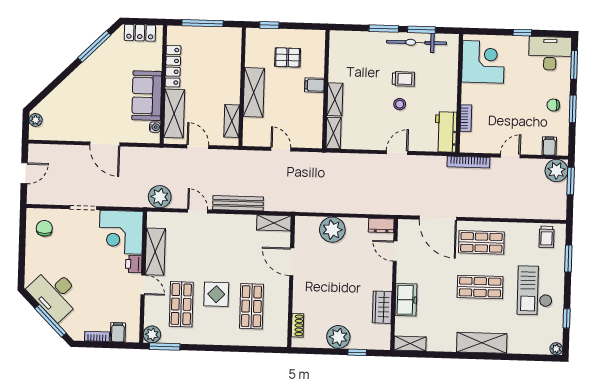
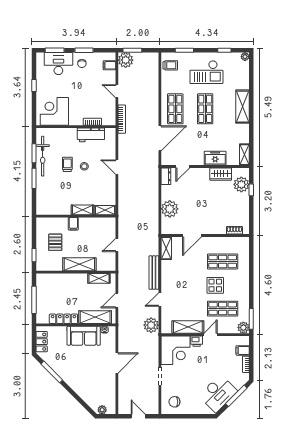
desk: (550, 53) -> (58, 64), moved, turned 90
workbench: (446, 132) -> (91, 135), moved
plant: (338, 337) -> (241, 184), moved

